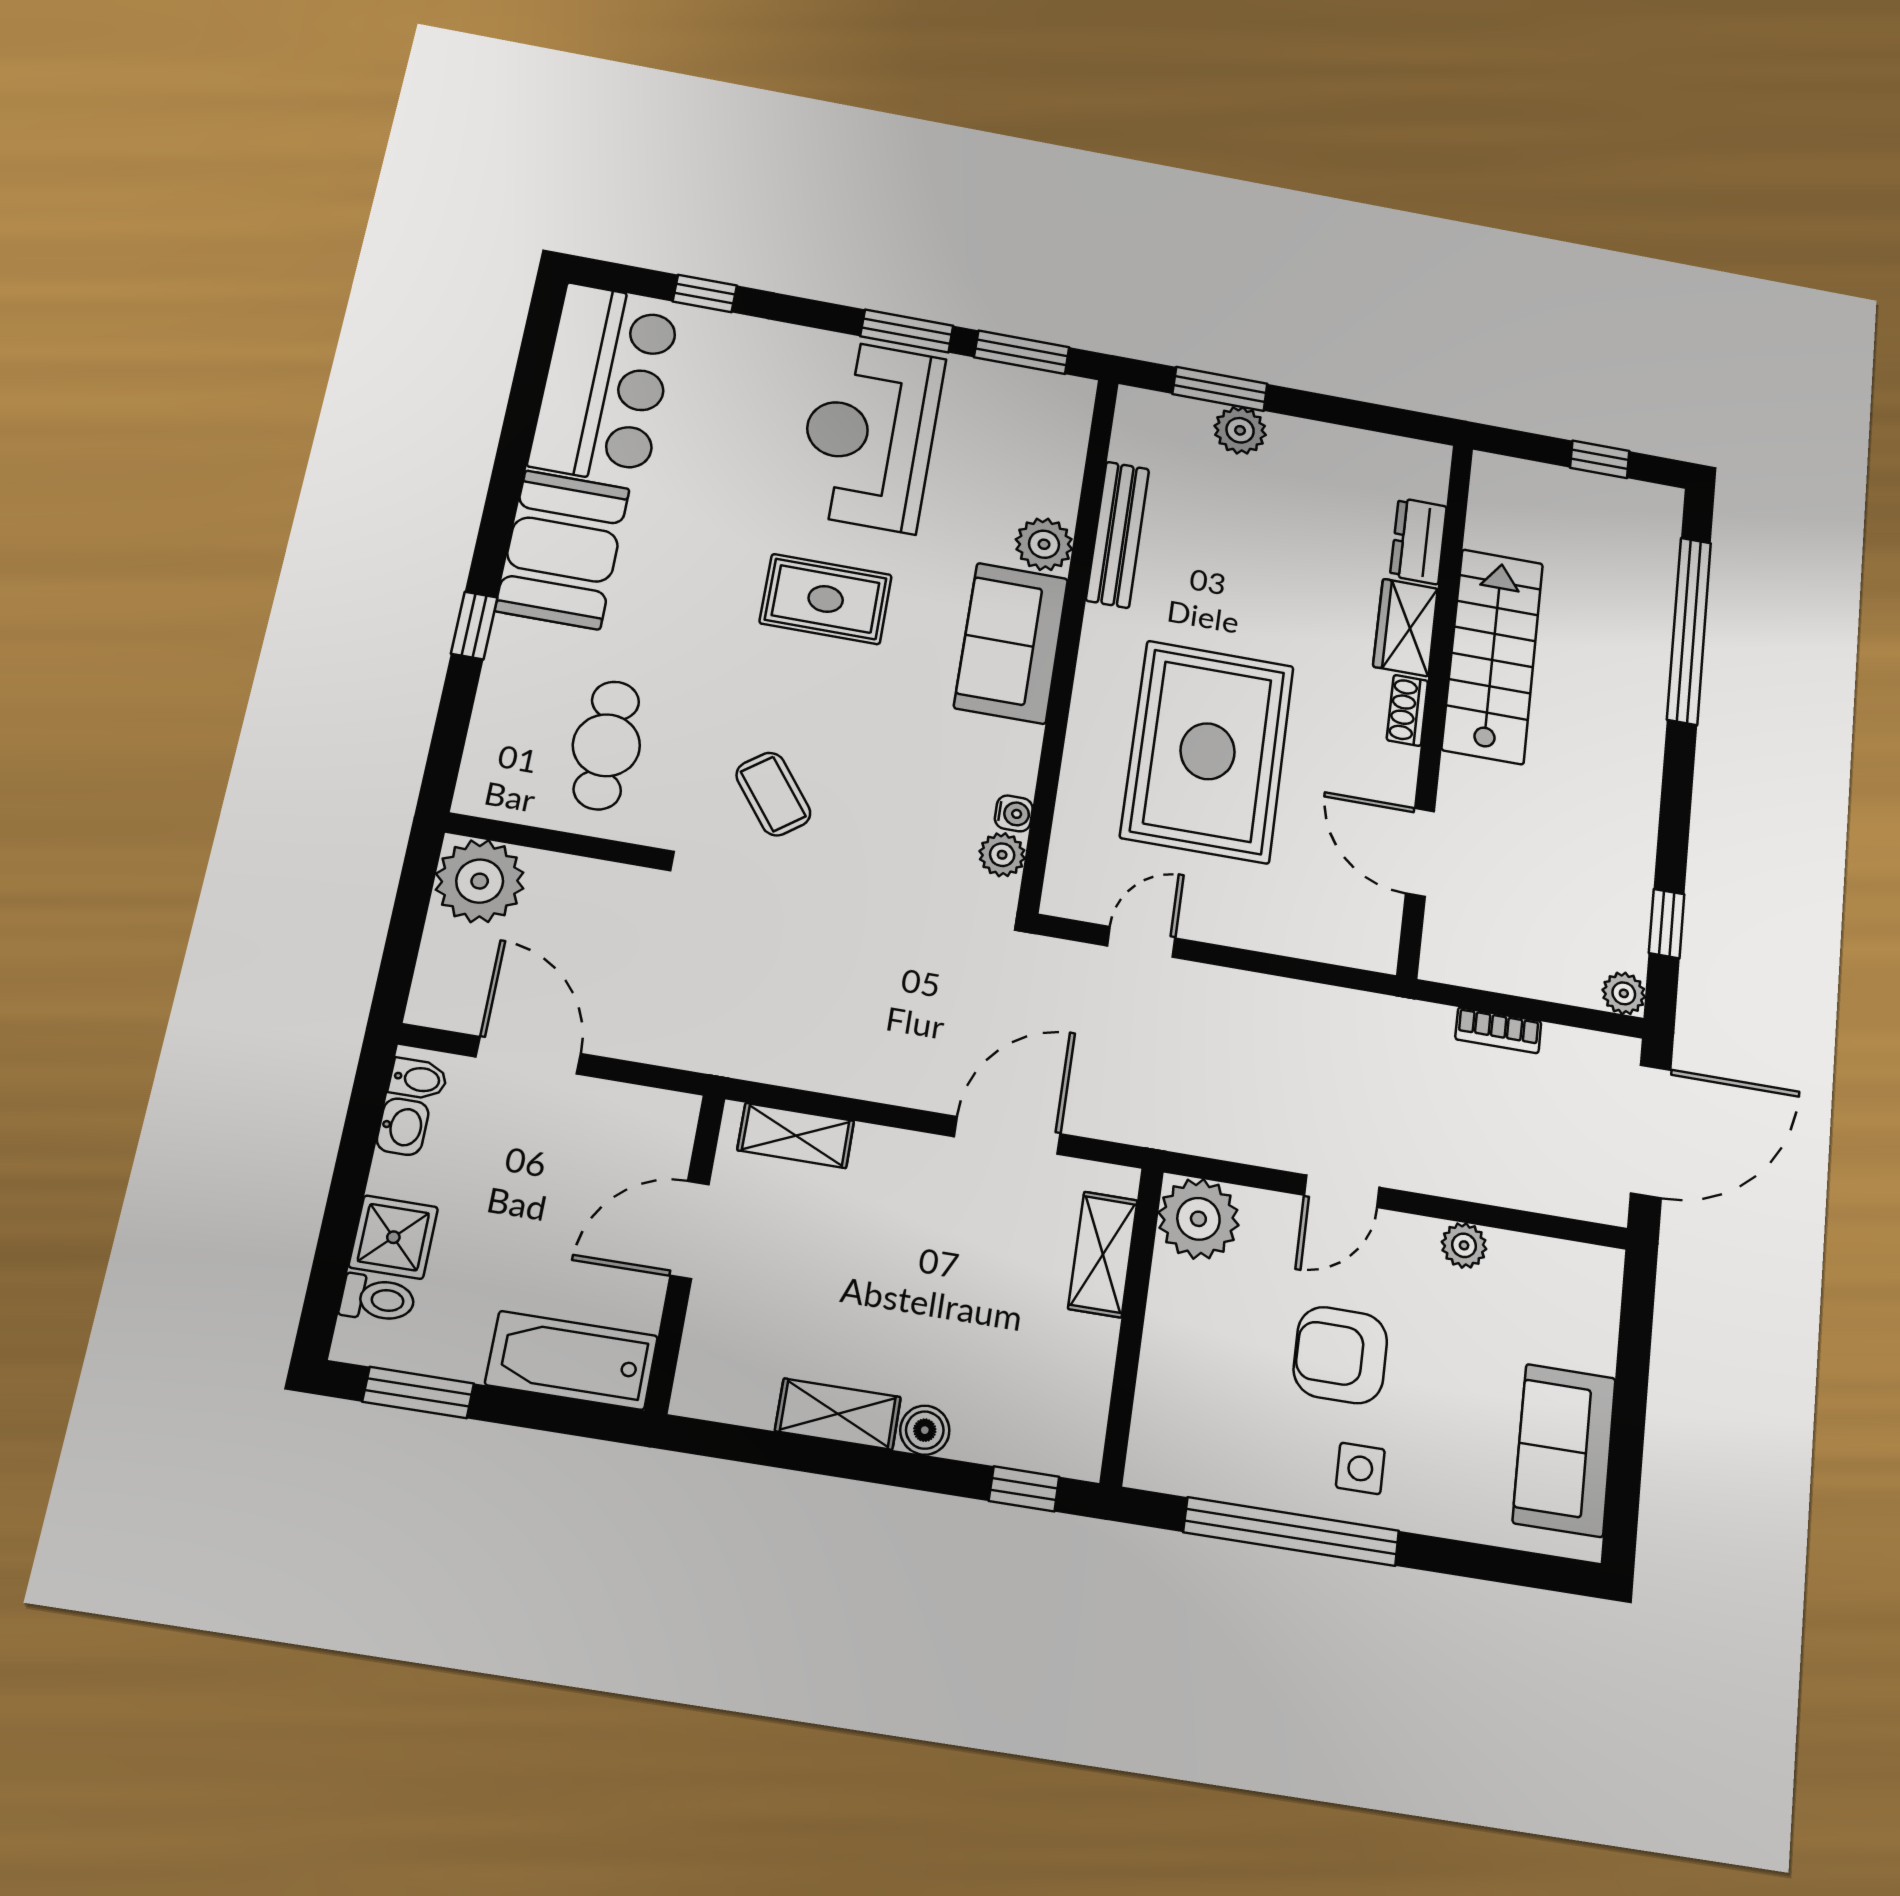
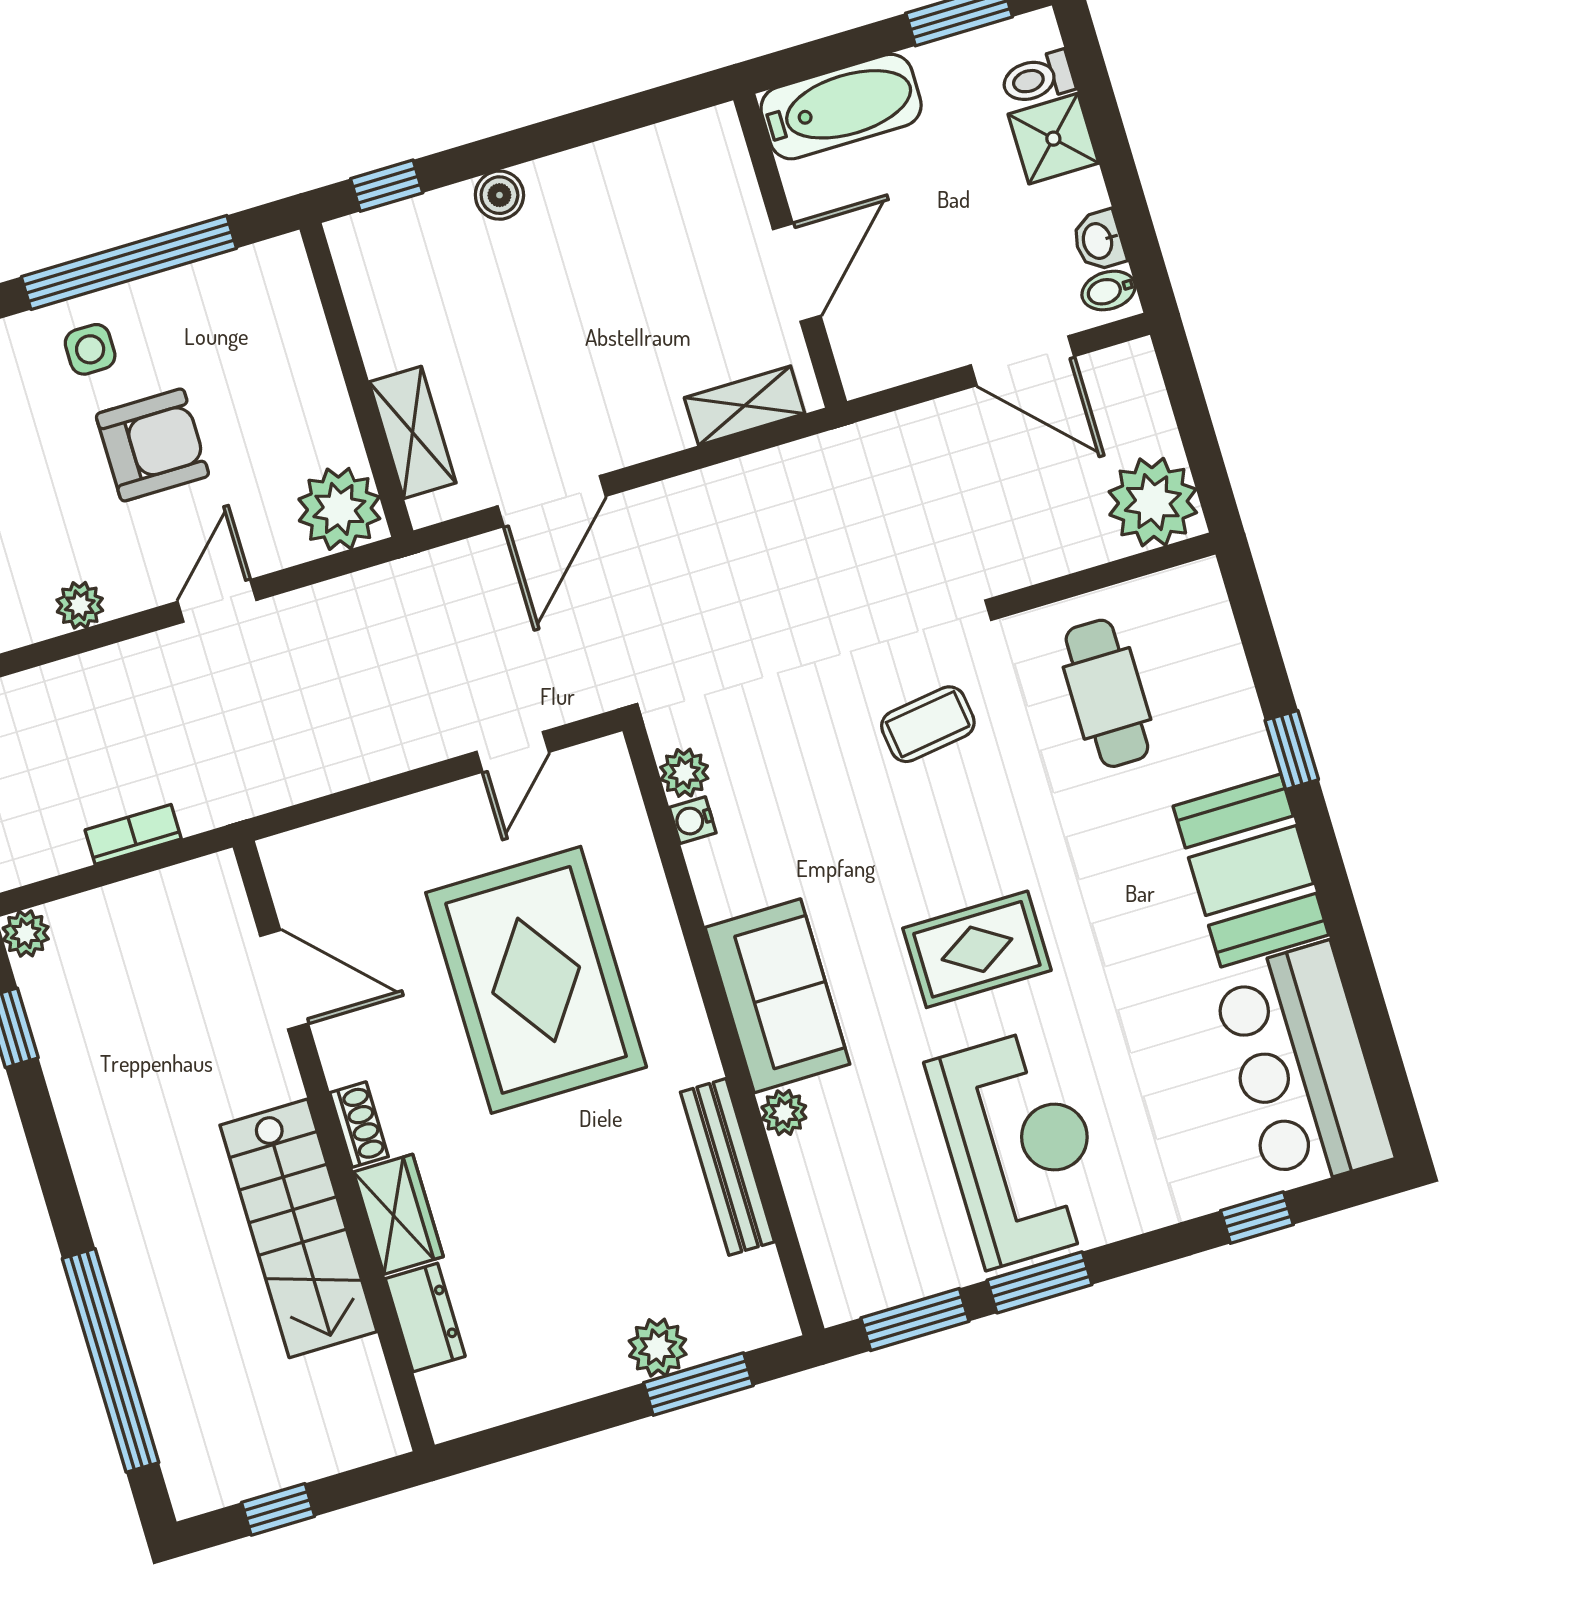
plant: (1044, 544) -> (784, 1113), width x0.73, depth x0.73
coffee table: (773, 794) -> (928, 724), turned -61
shelving: (838, 1414) -> (583, 172), removed

